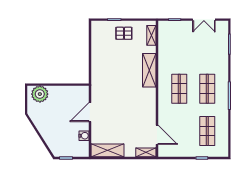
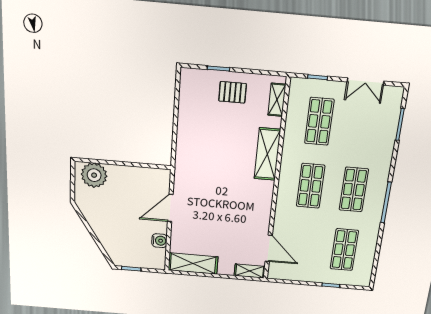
shop shelf: (179, 47) -> (319, 121), added

